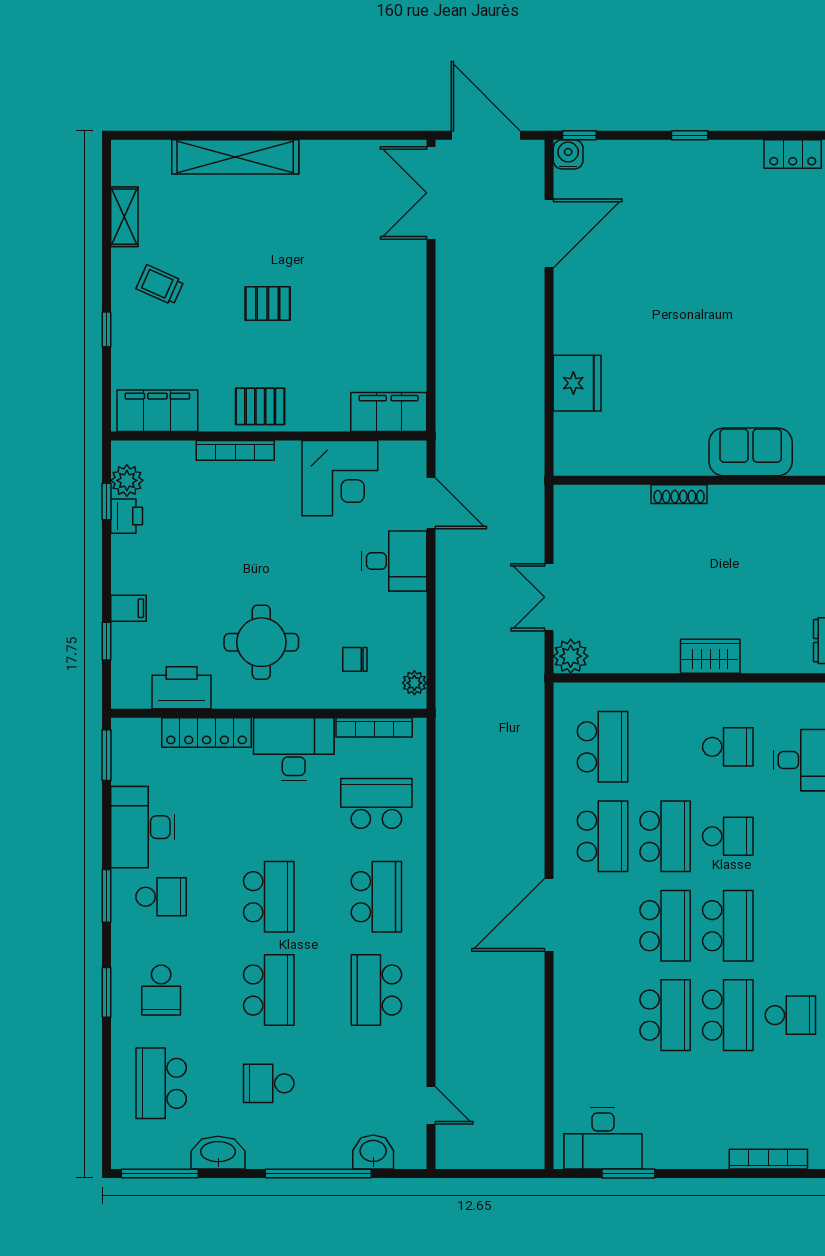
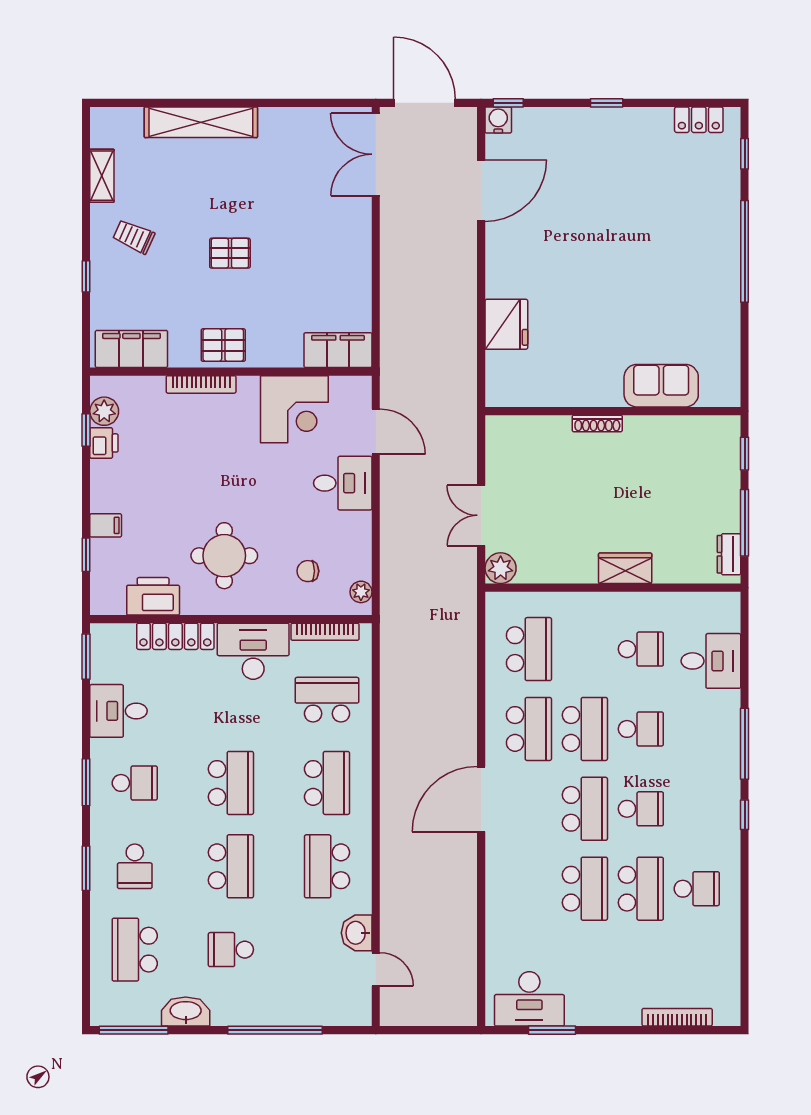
desk: (143, 827) -> (119, 711), width x0.73
school desk: (728, 926) -> (641, 809), width x0.54
washbasin: (373, 1152) -> (357, 933), moved, turned -90

